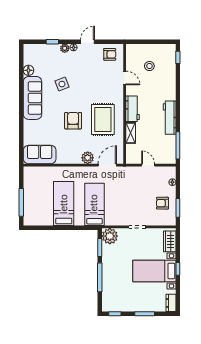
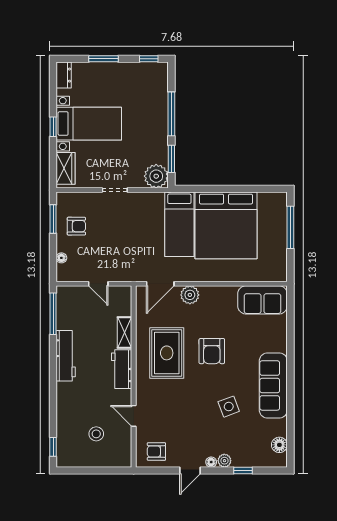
floor lamp: (28, 70) -> (279, 445), moved
bed: (64, 204) -> (226, 225), width x2.04

